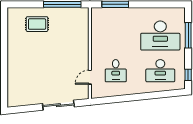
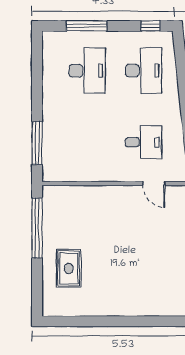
desk: (160, 36) -> (87, 71), width x0.73, depth x0.77

